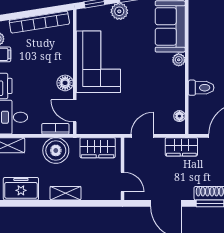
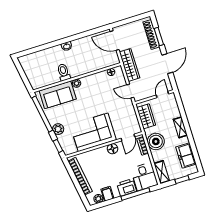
toilet: (201, 88) -> (64, 72), moved
wardrobe: (181, 147) -> (130, 65), width x1.50

